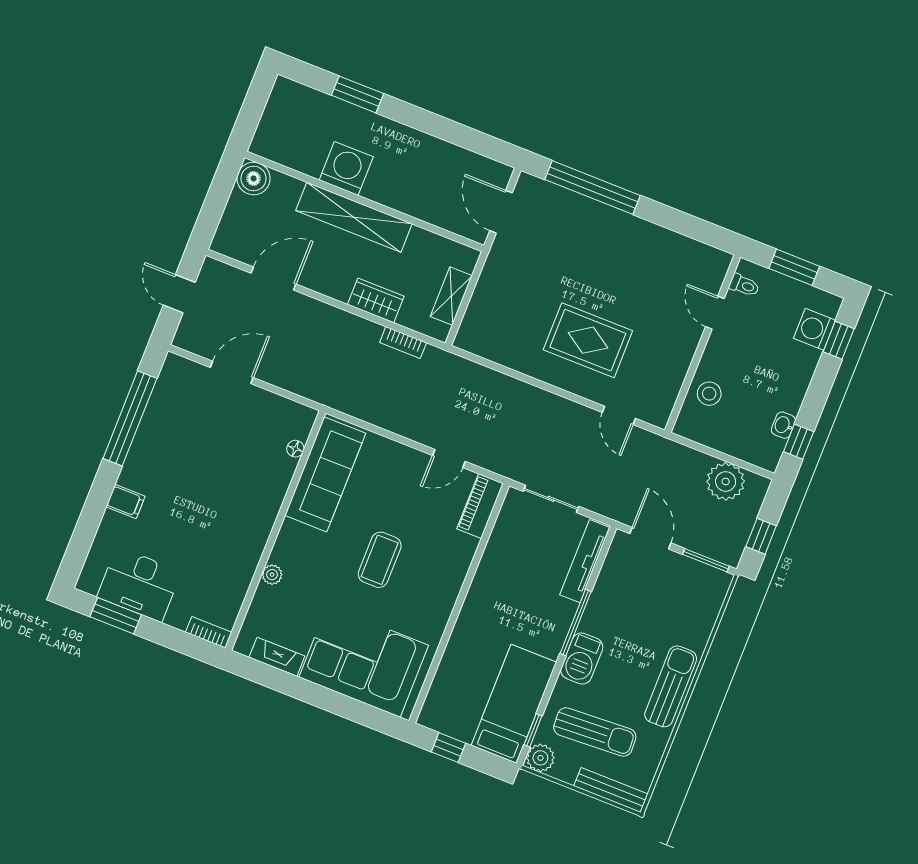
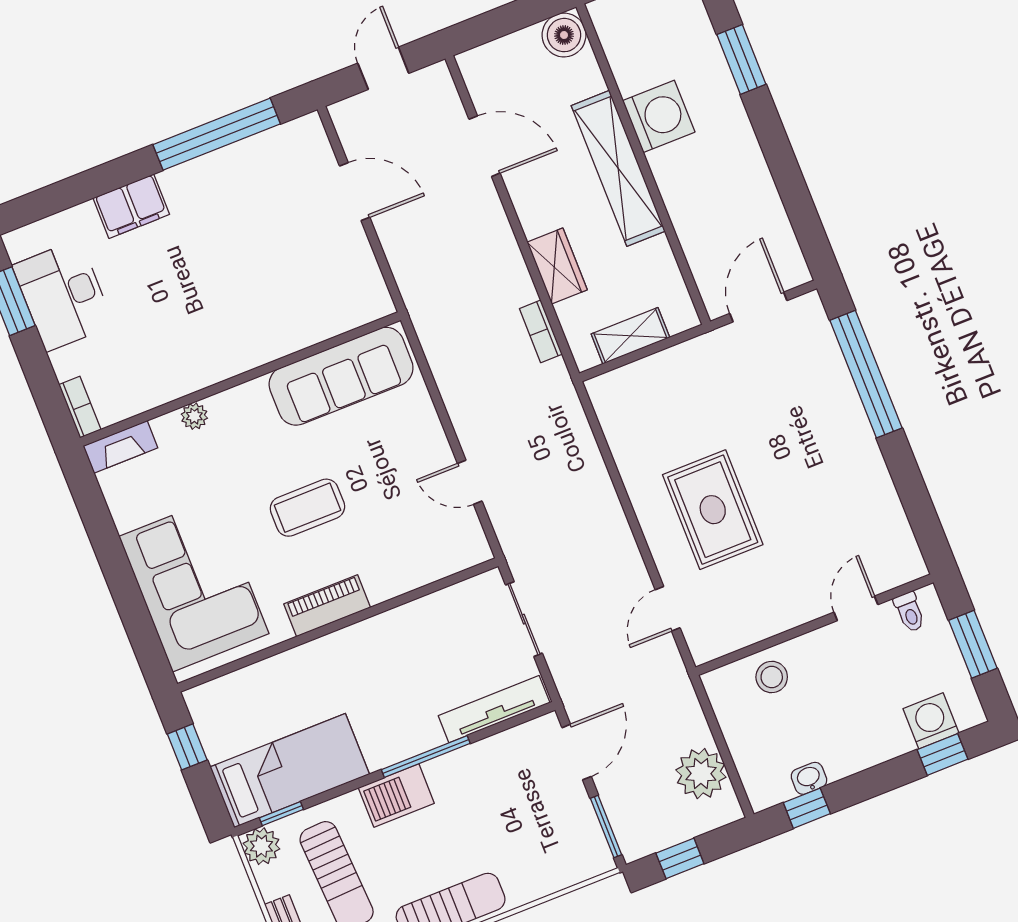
floor lamp: (295, 449) -> (339, 324), removed
filing cabinet: (126, 502) -> (131, 206), width x2.00
piano: (480, 506) -> (327, 606), moved
fireplace: (277, 657) -> (120, 447), moved, turned 90

